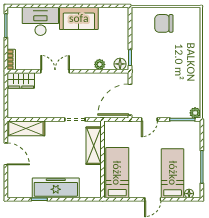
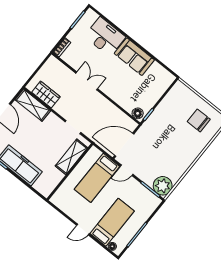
chair: (164, 23) -> (199, 120), moved
plant: (100, 64) -> (123, 102), removed
wardrobe: (21, 80) -> (46, 95), moved, turned 180
plant: (195, 113) -> (163, 186), width x1.87, depth x1.87
bed: (117, 173) -> (97, 178), moved, turned 180

